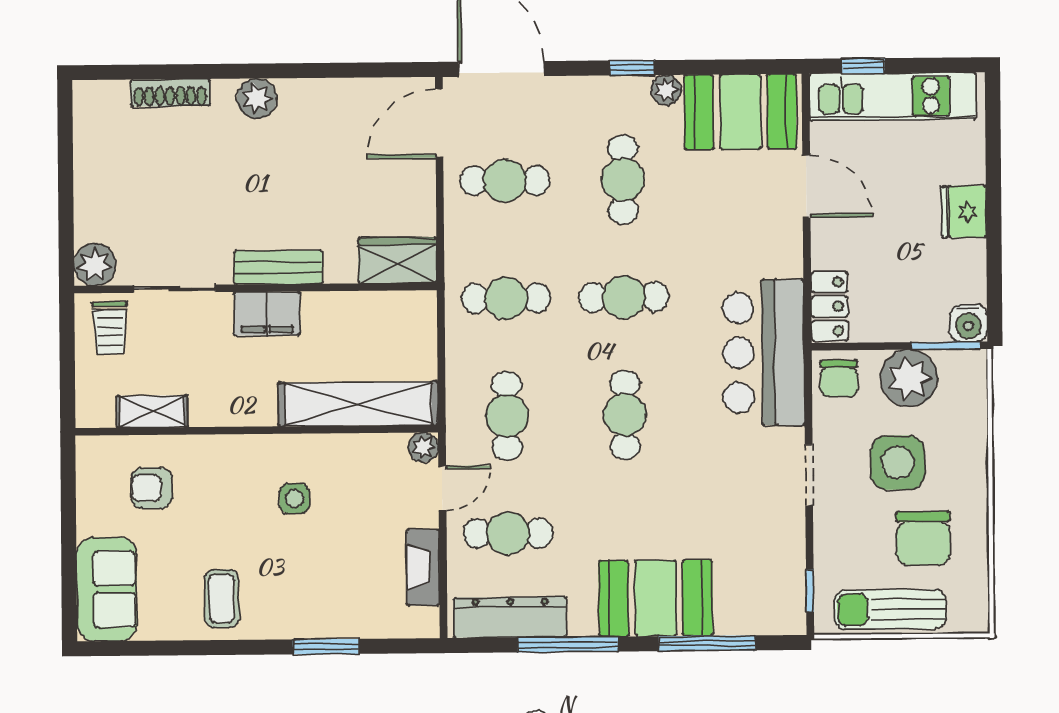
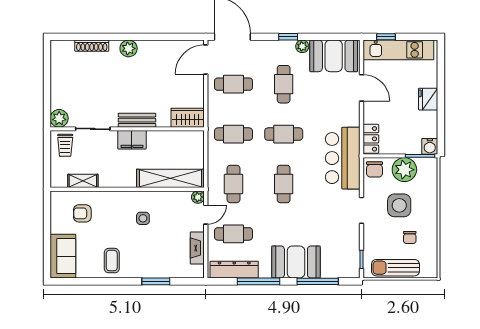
chair: (923, 538) -> (410, 237), width x0.54, depth x0.54

